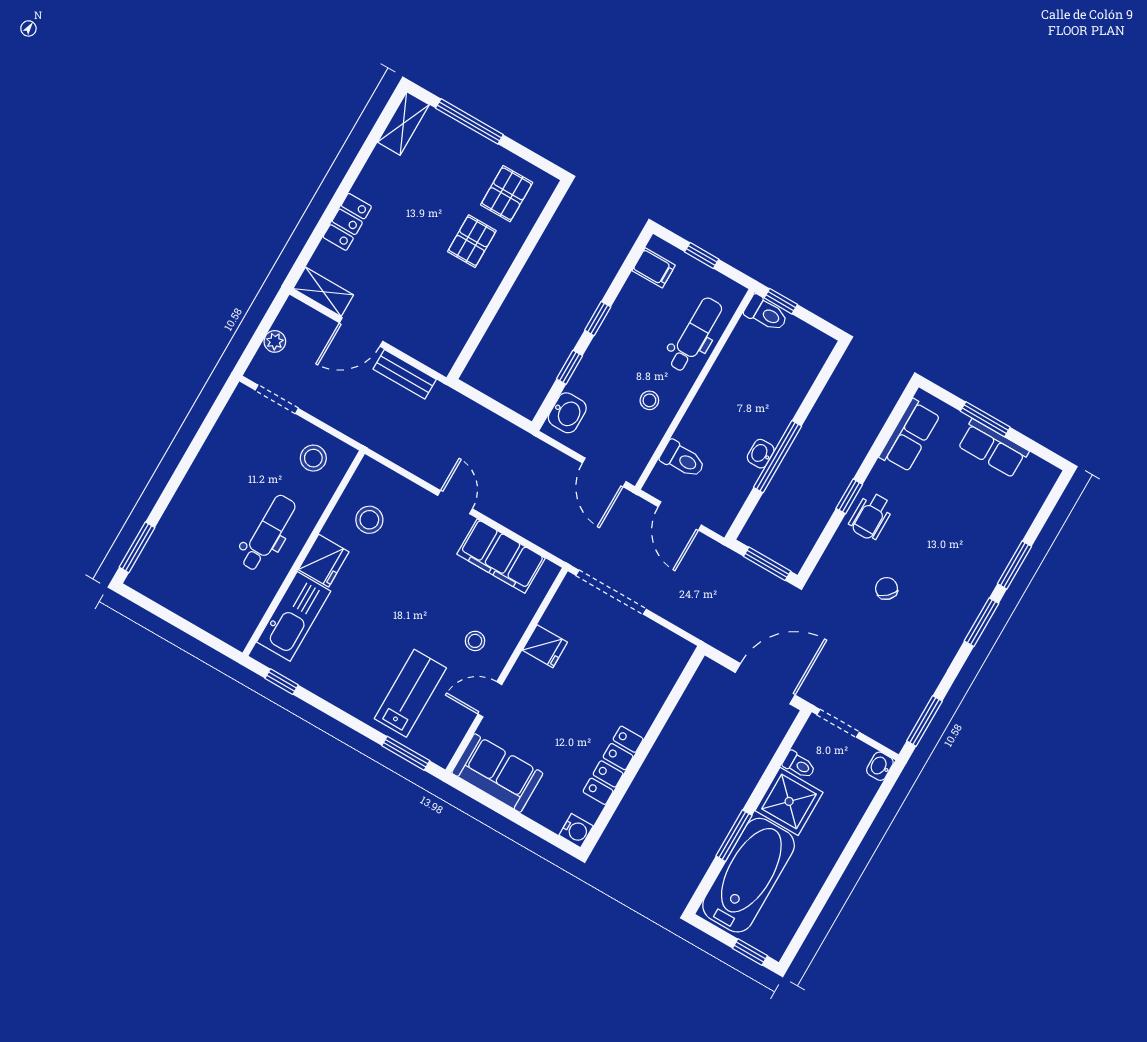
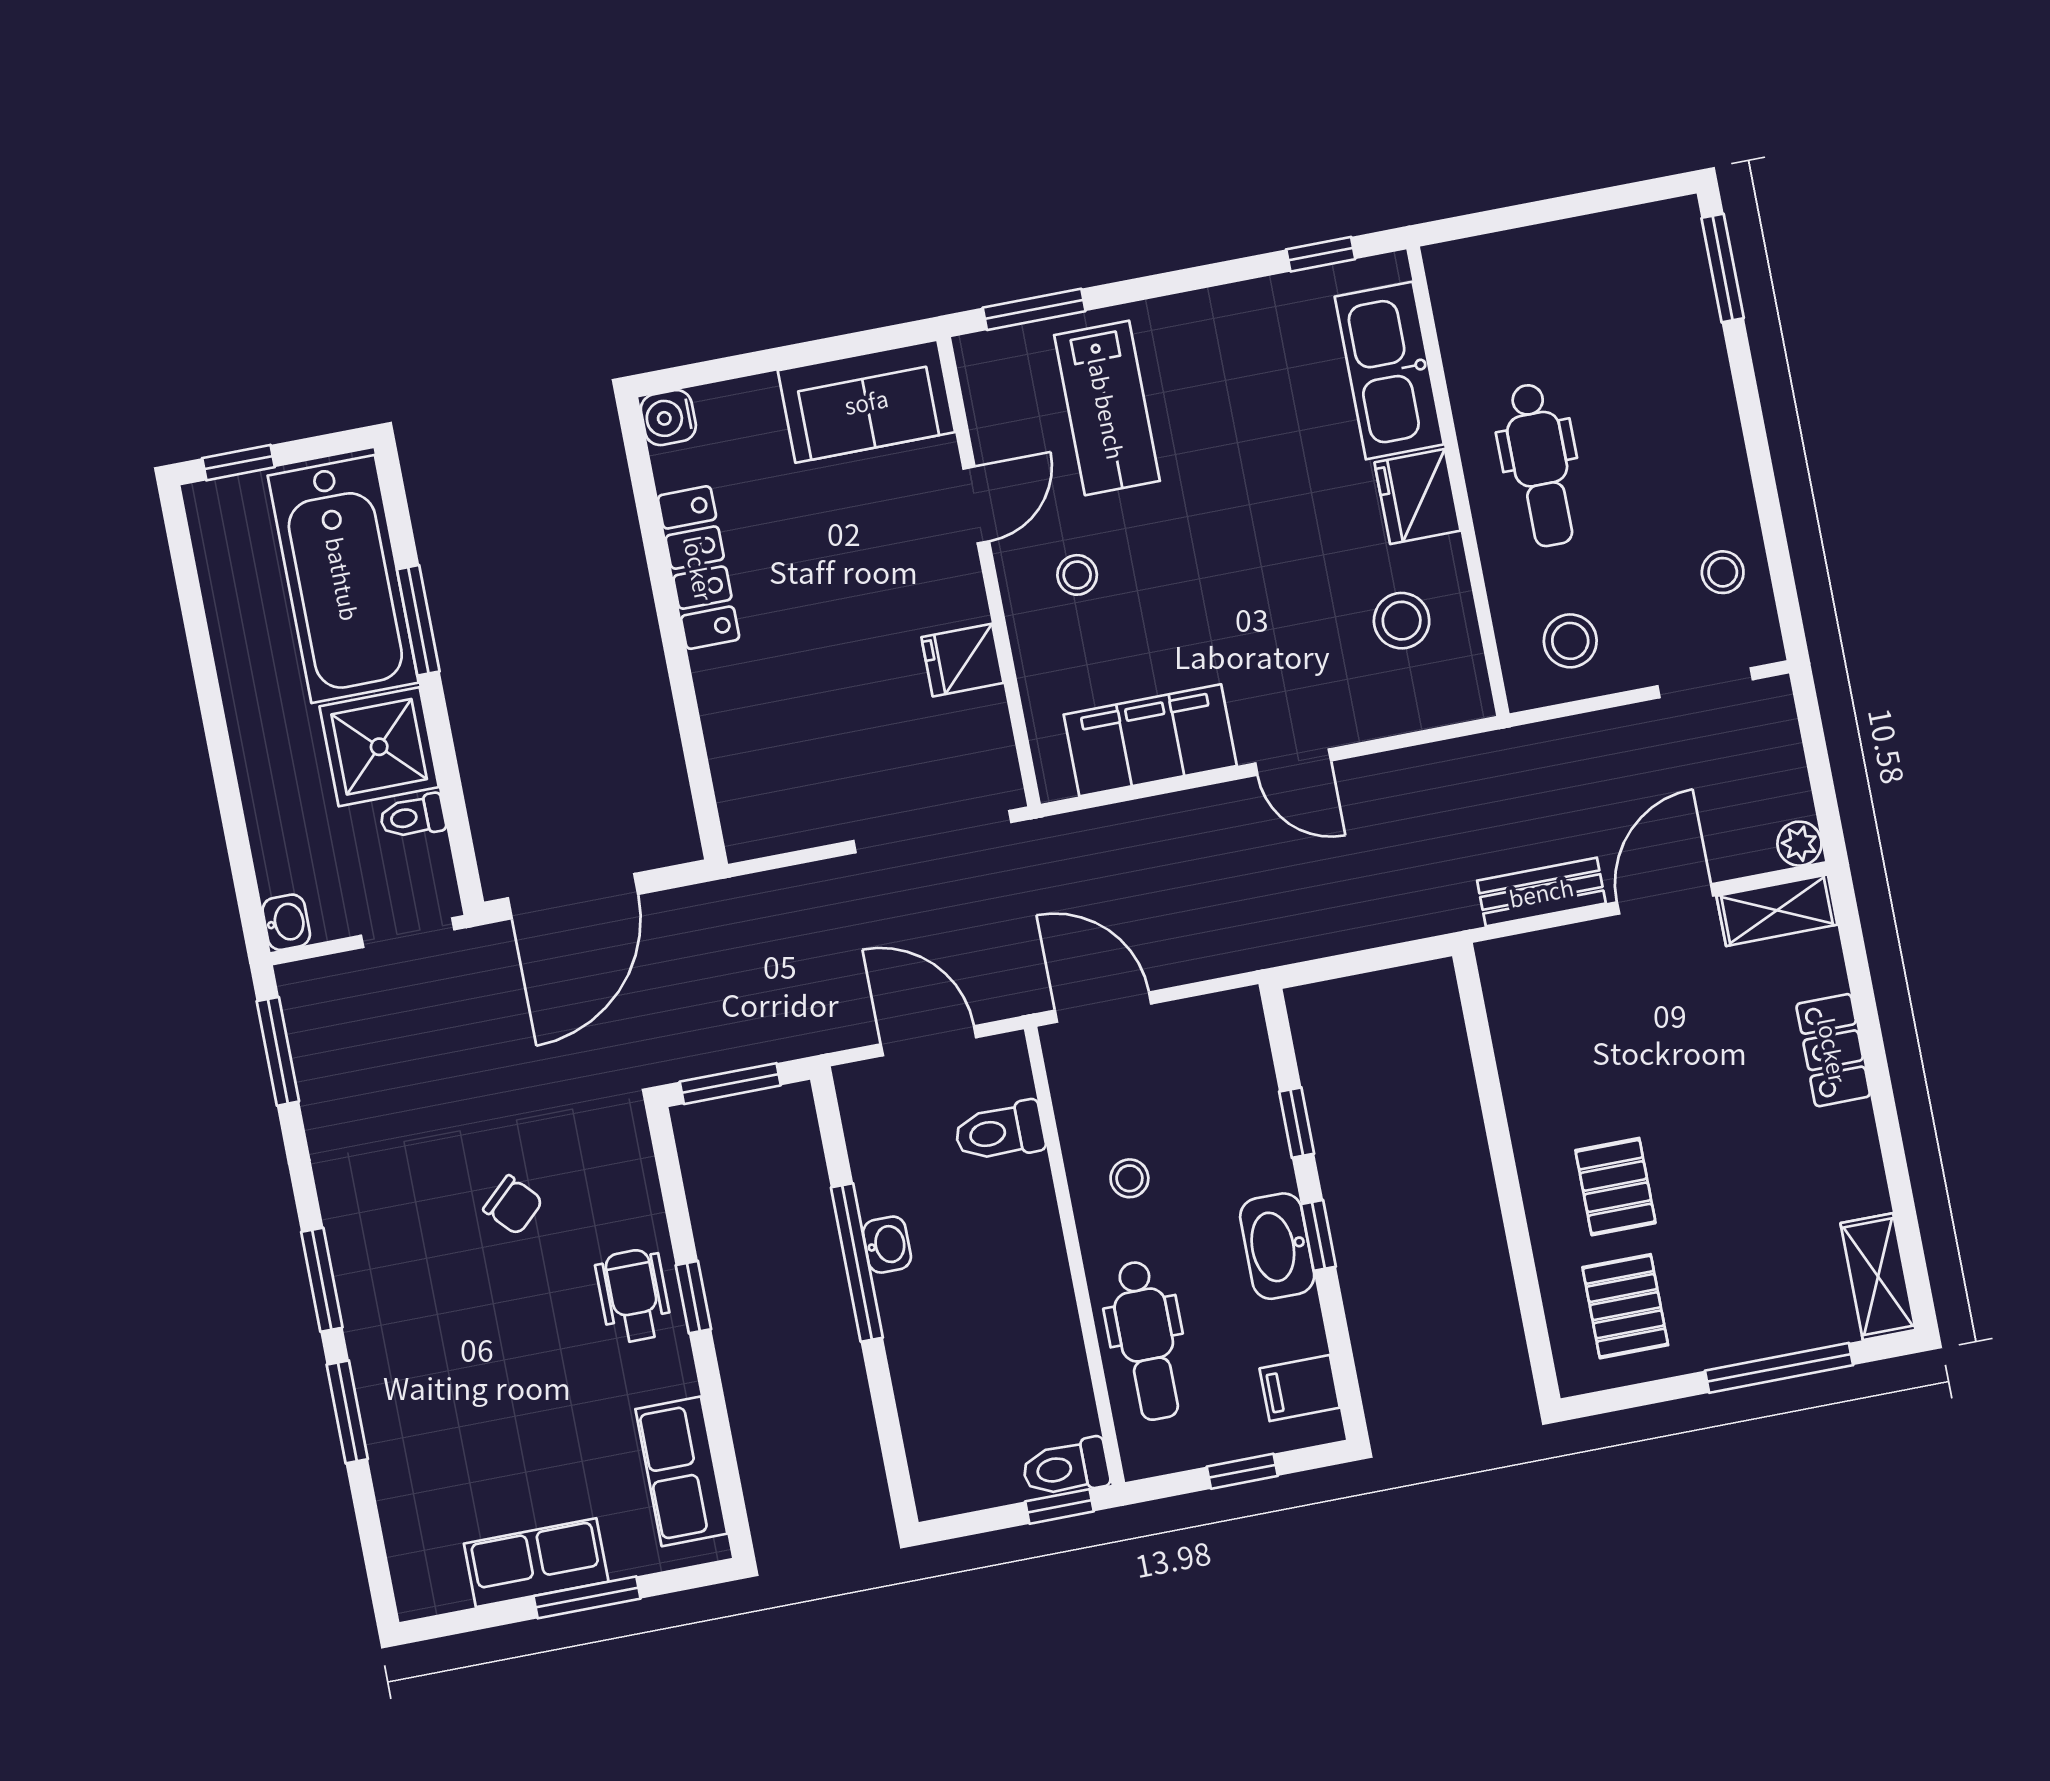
plant: (275, 341) -> (1799, 844), moved
washbasin: (567, 413) -> (1277, 1246), moved, width x1.38
stool: (235, 435) -> (1723, 572), added

